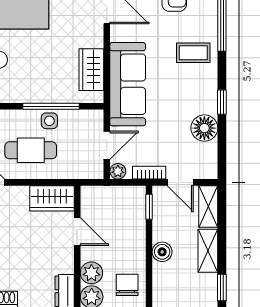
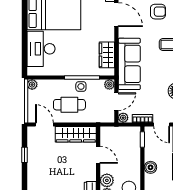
plant: (96, 118) -> (109, 84), added
wardrobe: (52, 198) -> (76, 134), width x1.50

